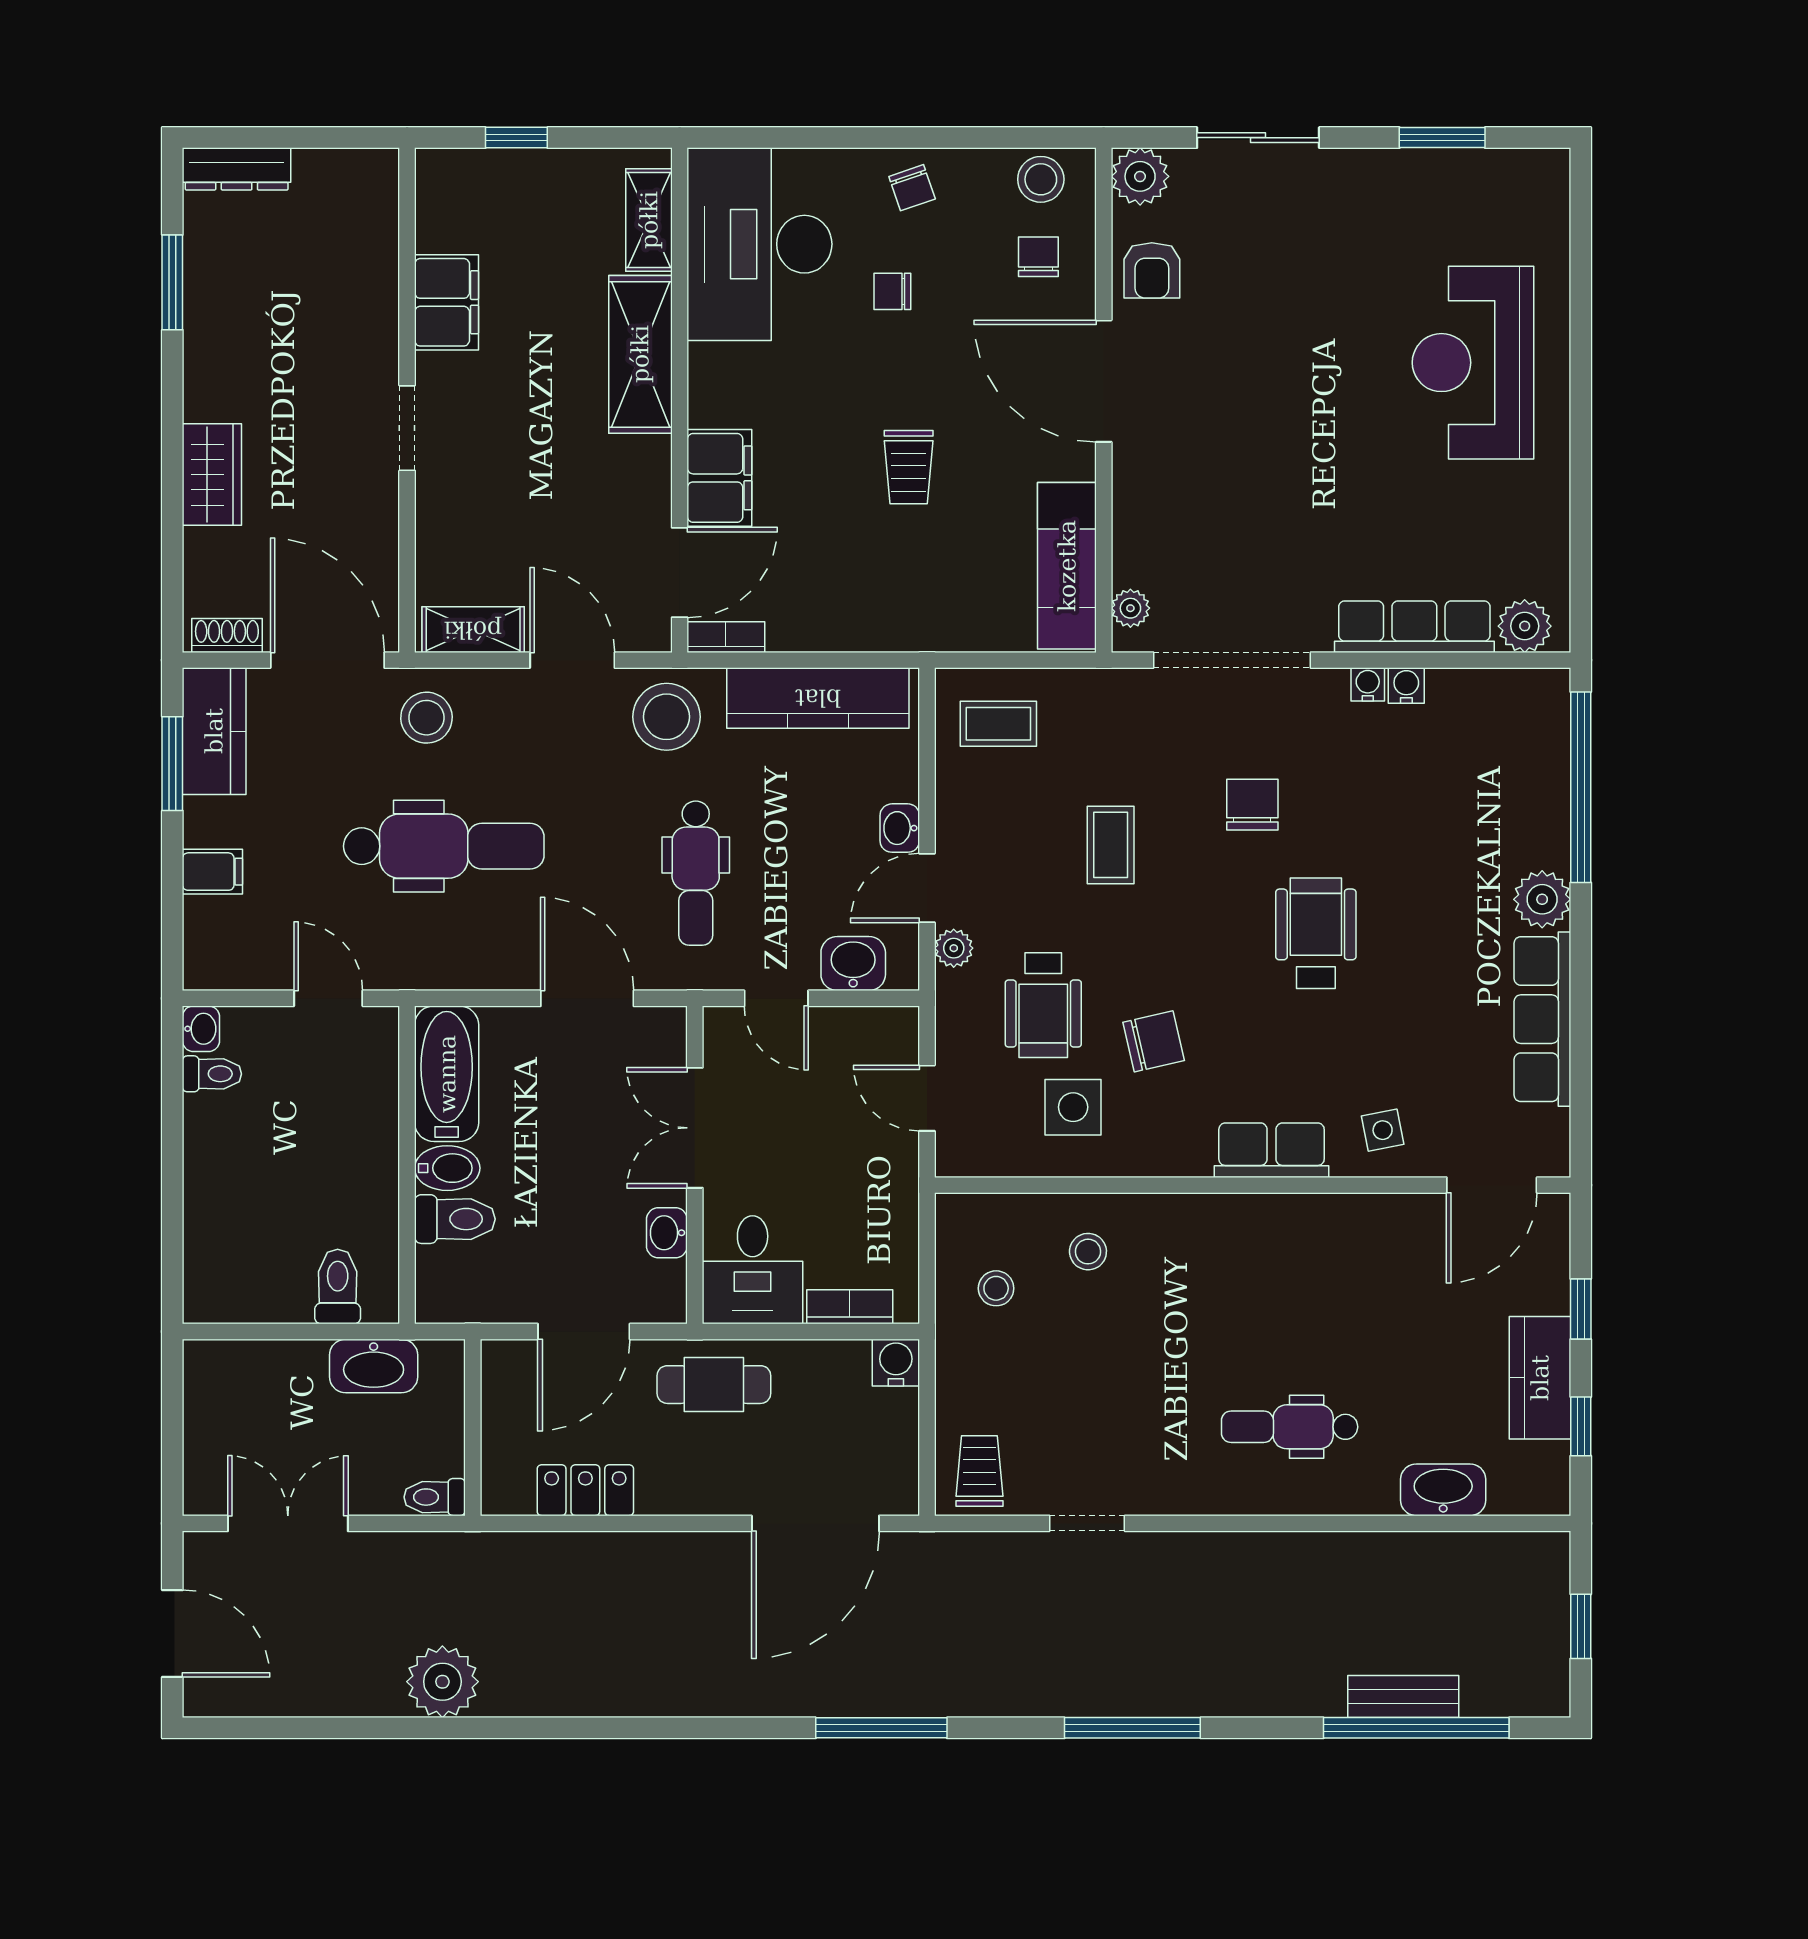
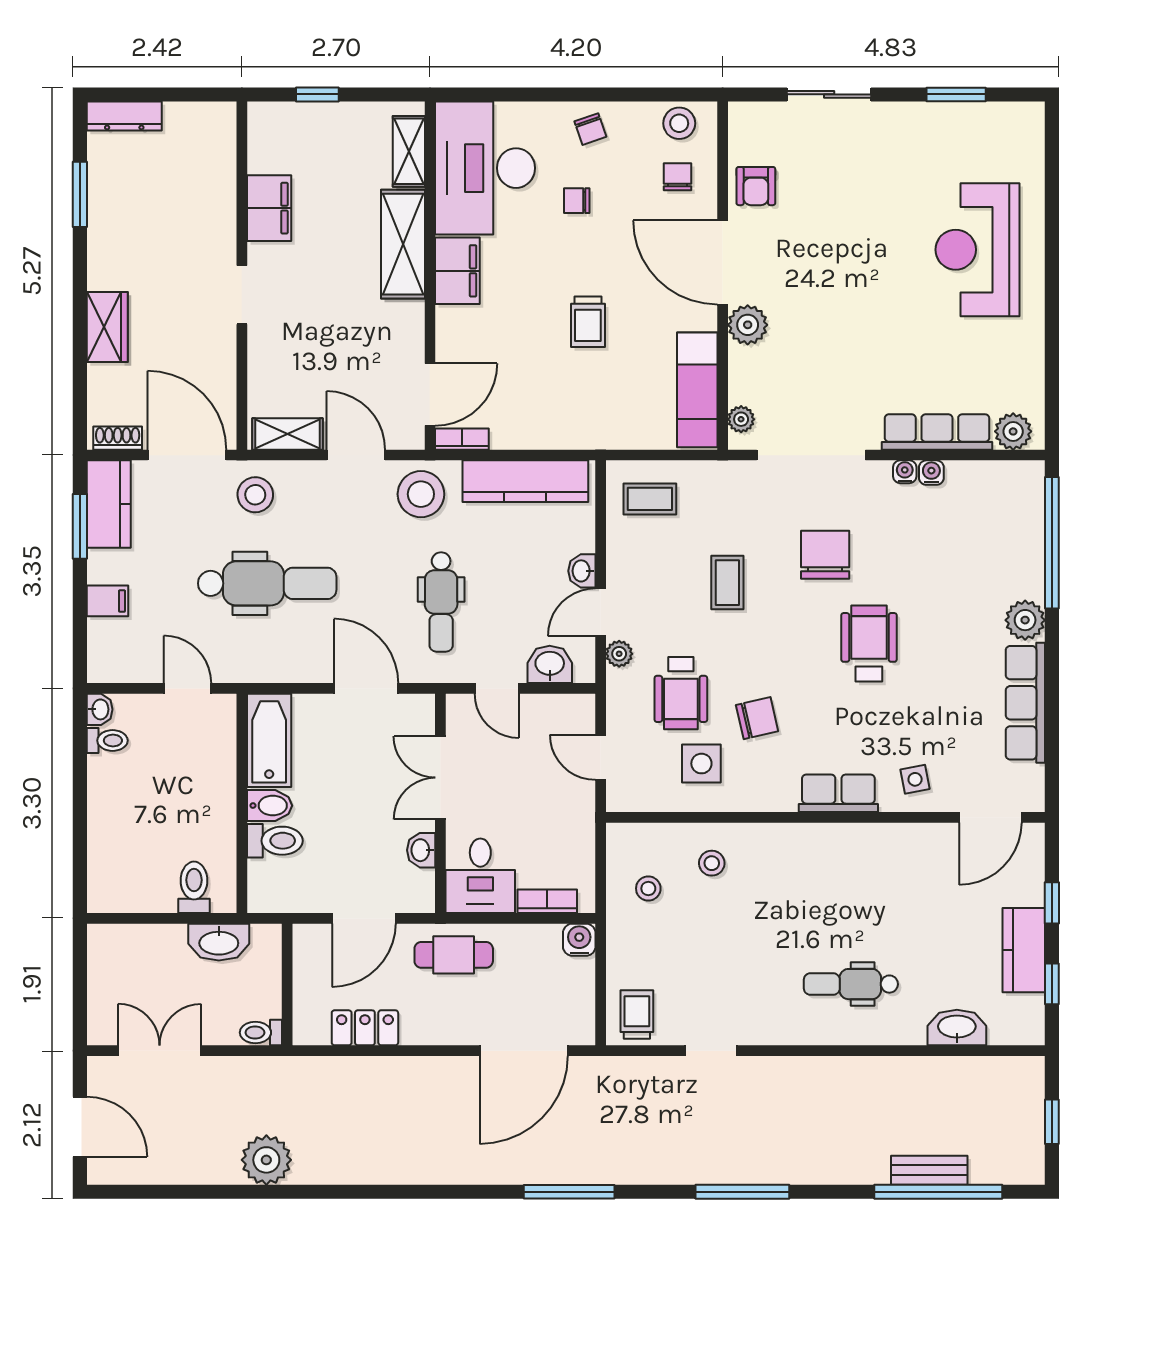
plant: (1140, 176) -> (748, 325), moved
filing cabinet: (719, 478) -> (457, 271), moved
chair: (1252, 805) -> (825, 555), width x1.37, depth x1.37

